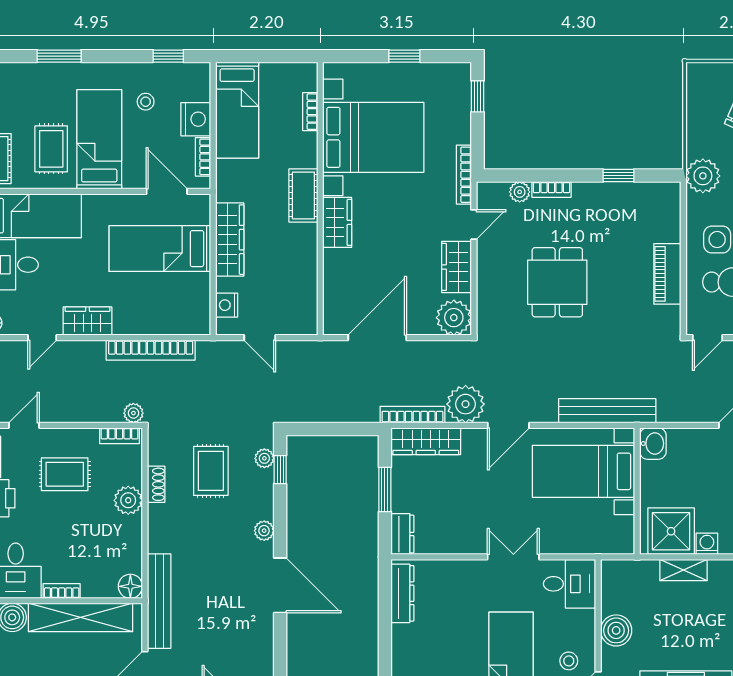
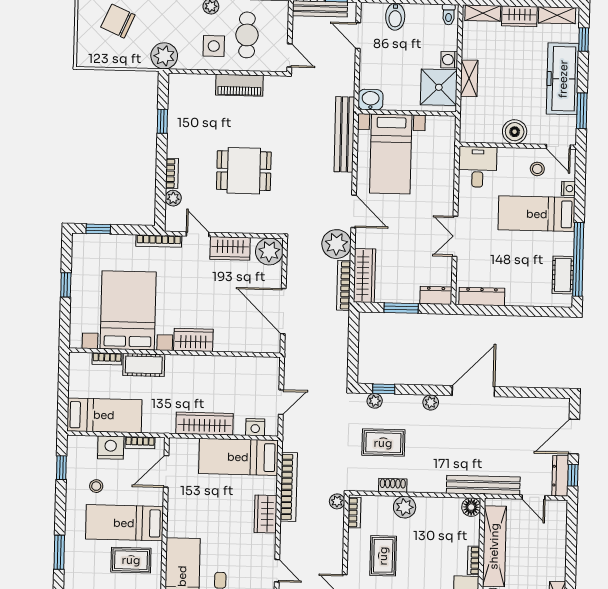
cot: (303, 195) -> (144, 365), moved
bed: (160, 249) -> (238, 457), moved, turned 90
wardrobe: (87, 321) -> (266, 514), moved
double door: (513, 557) -> (455, 236), moved

